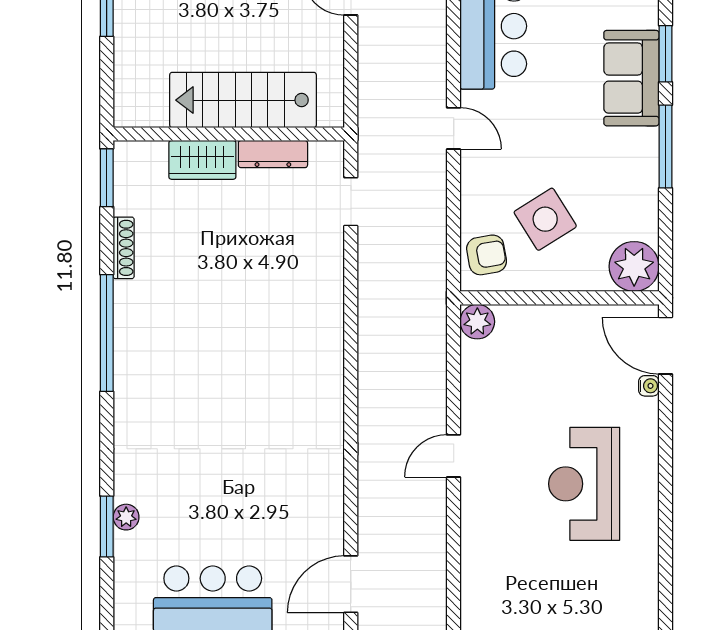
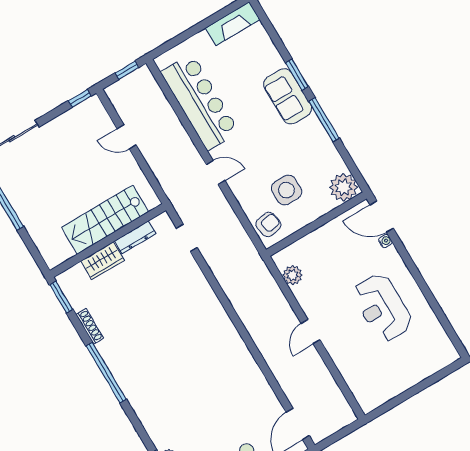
side table: (545, 219) -> (287, 190), turned 32
plant: (477, 322) -> (292, 275), moved

